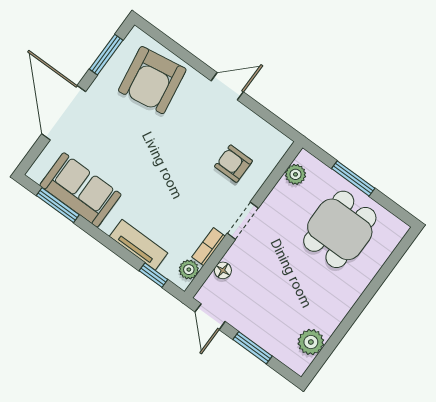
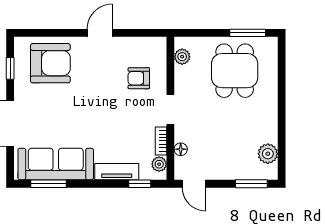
window: (106, 55) -> (10, 68), width x0.67
armchair: (152, 80) -> (50, 63), turned -81
window: (353, 178) -> (248, 33), moved
sofa: (80, 190) -> (56, 164), width x1.36
window: (253, 348) -> (251, 184), moved

